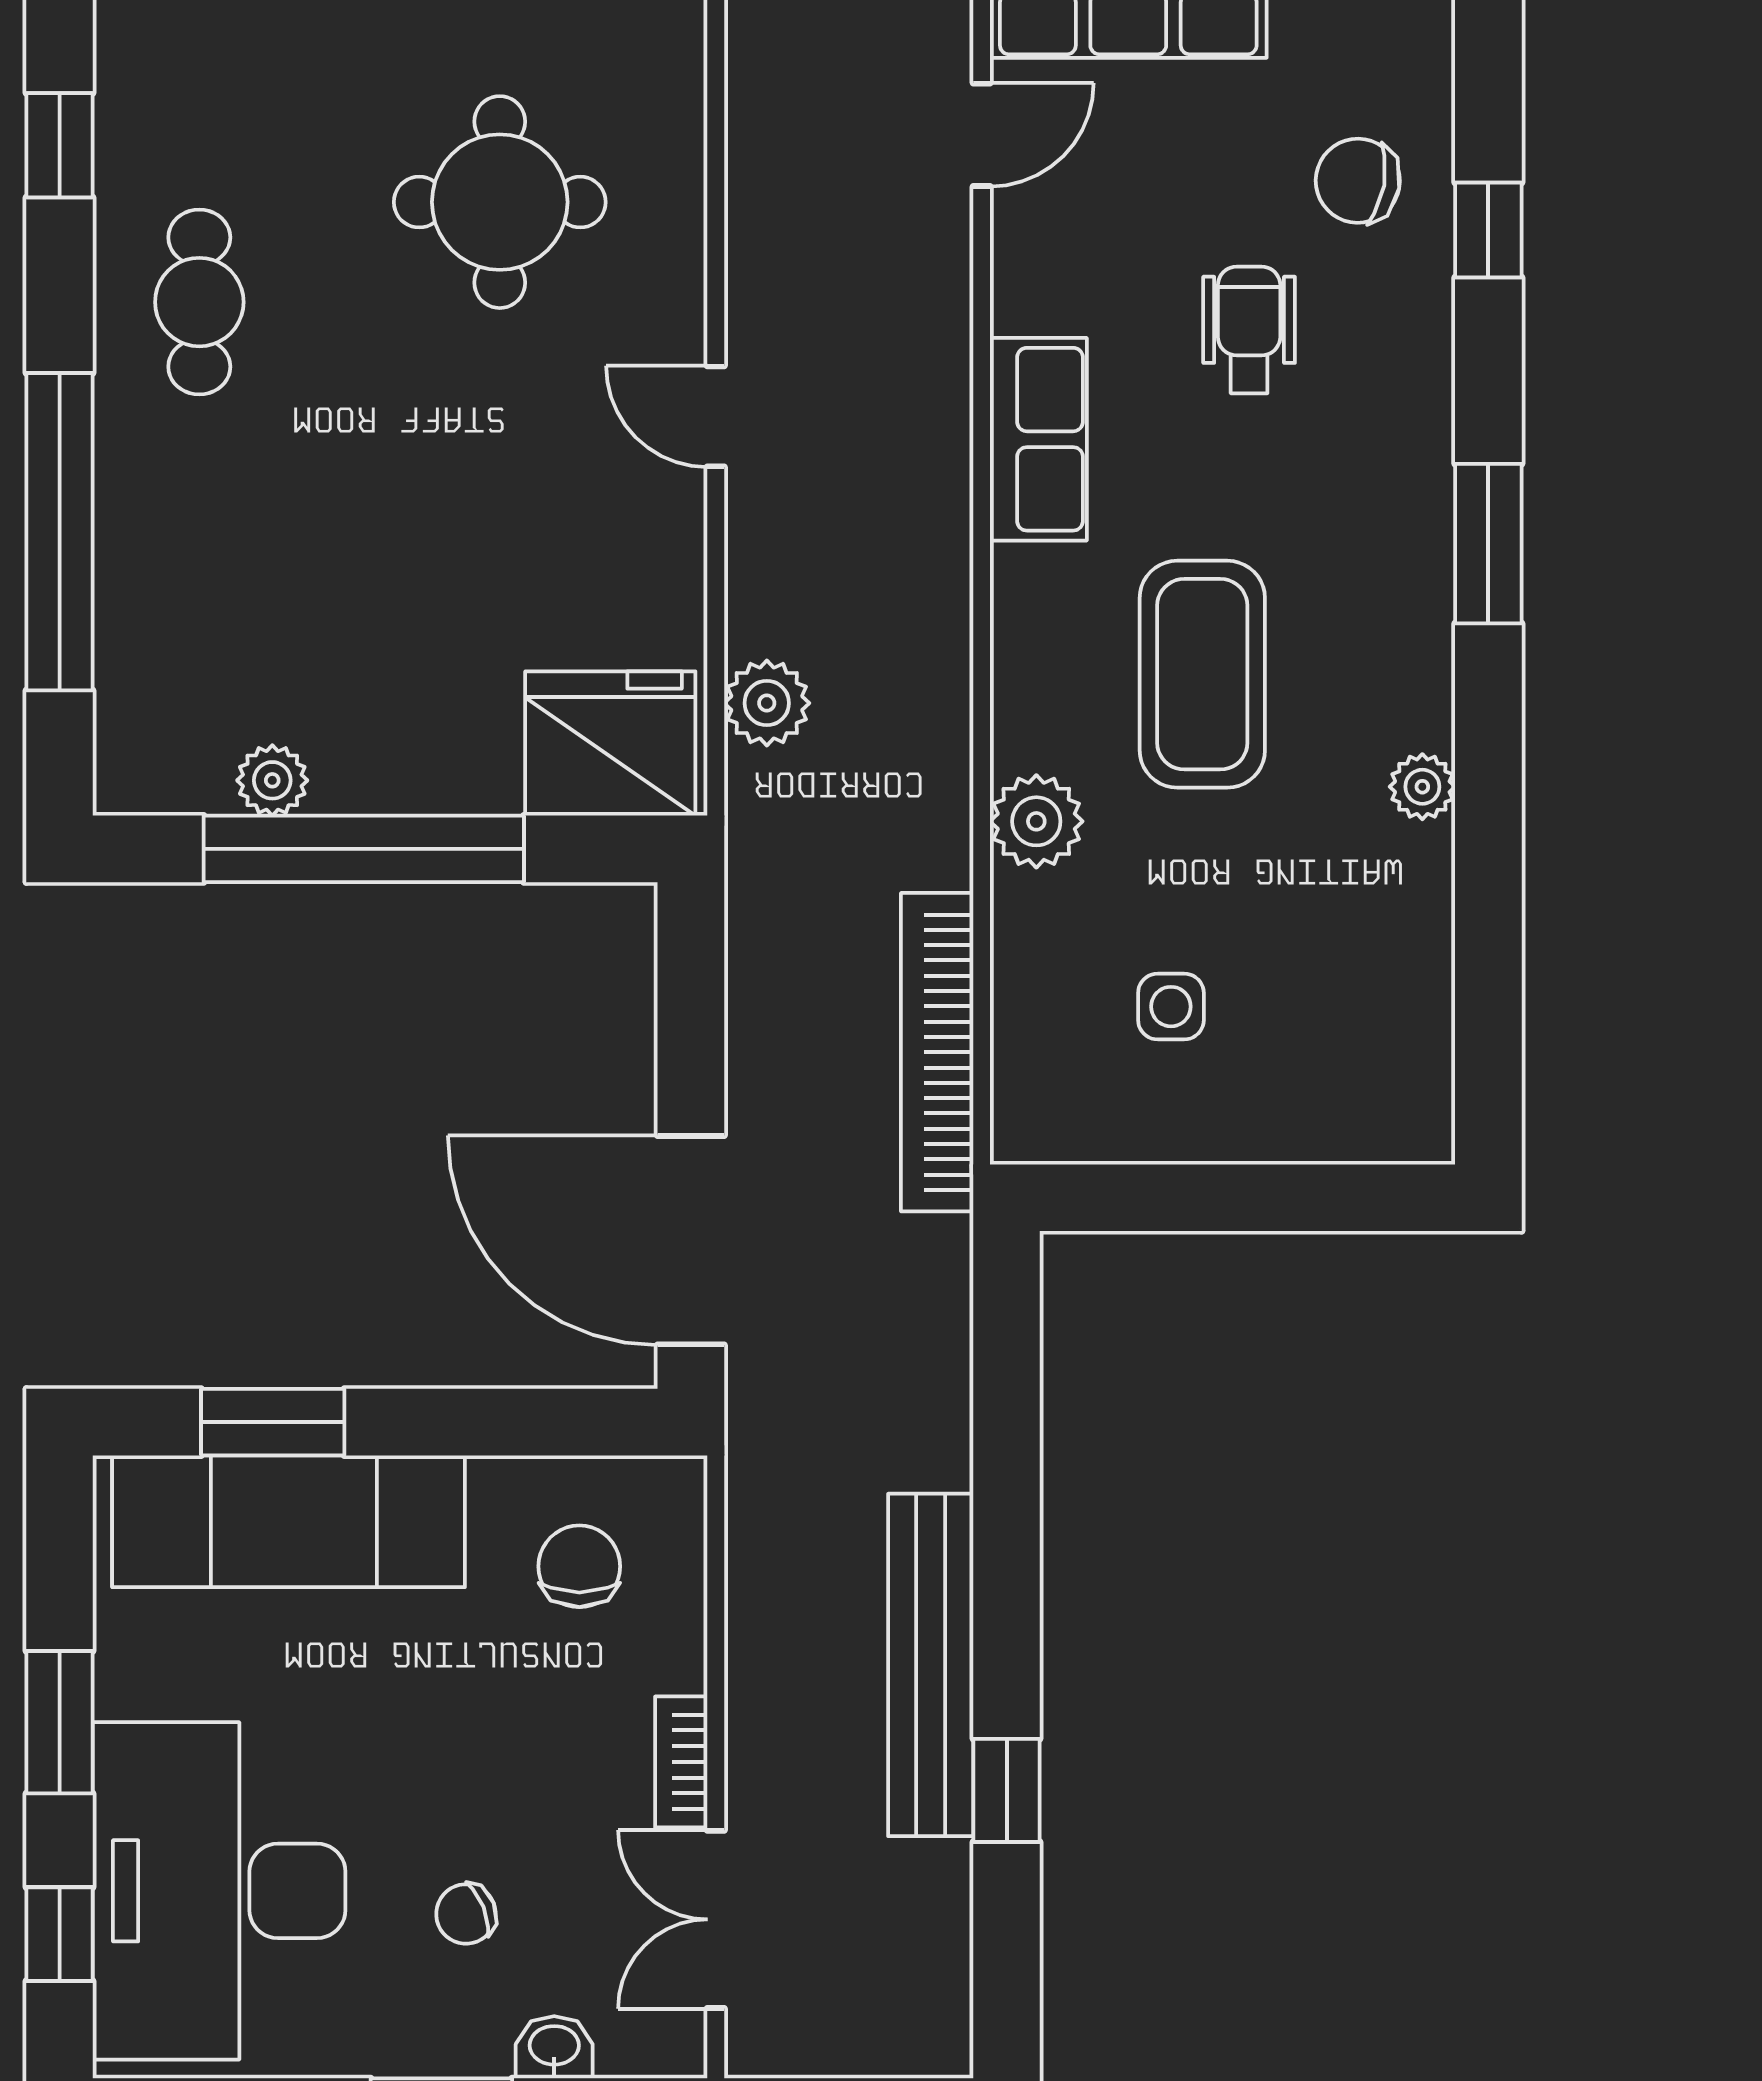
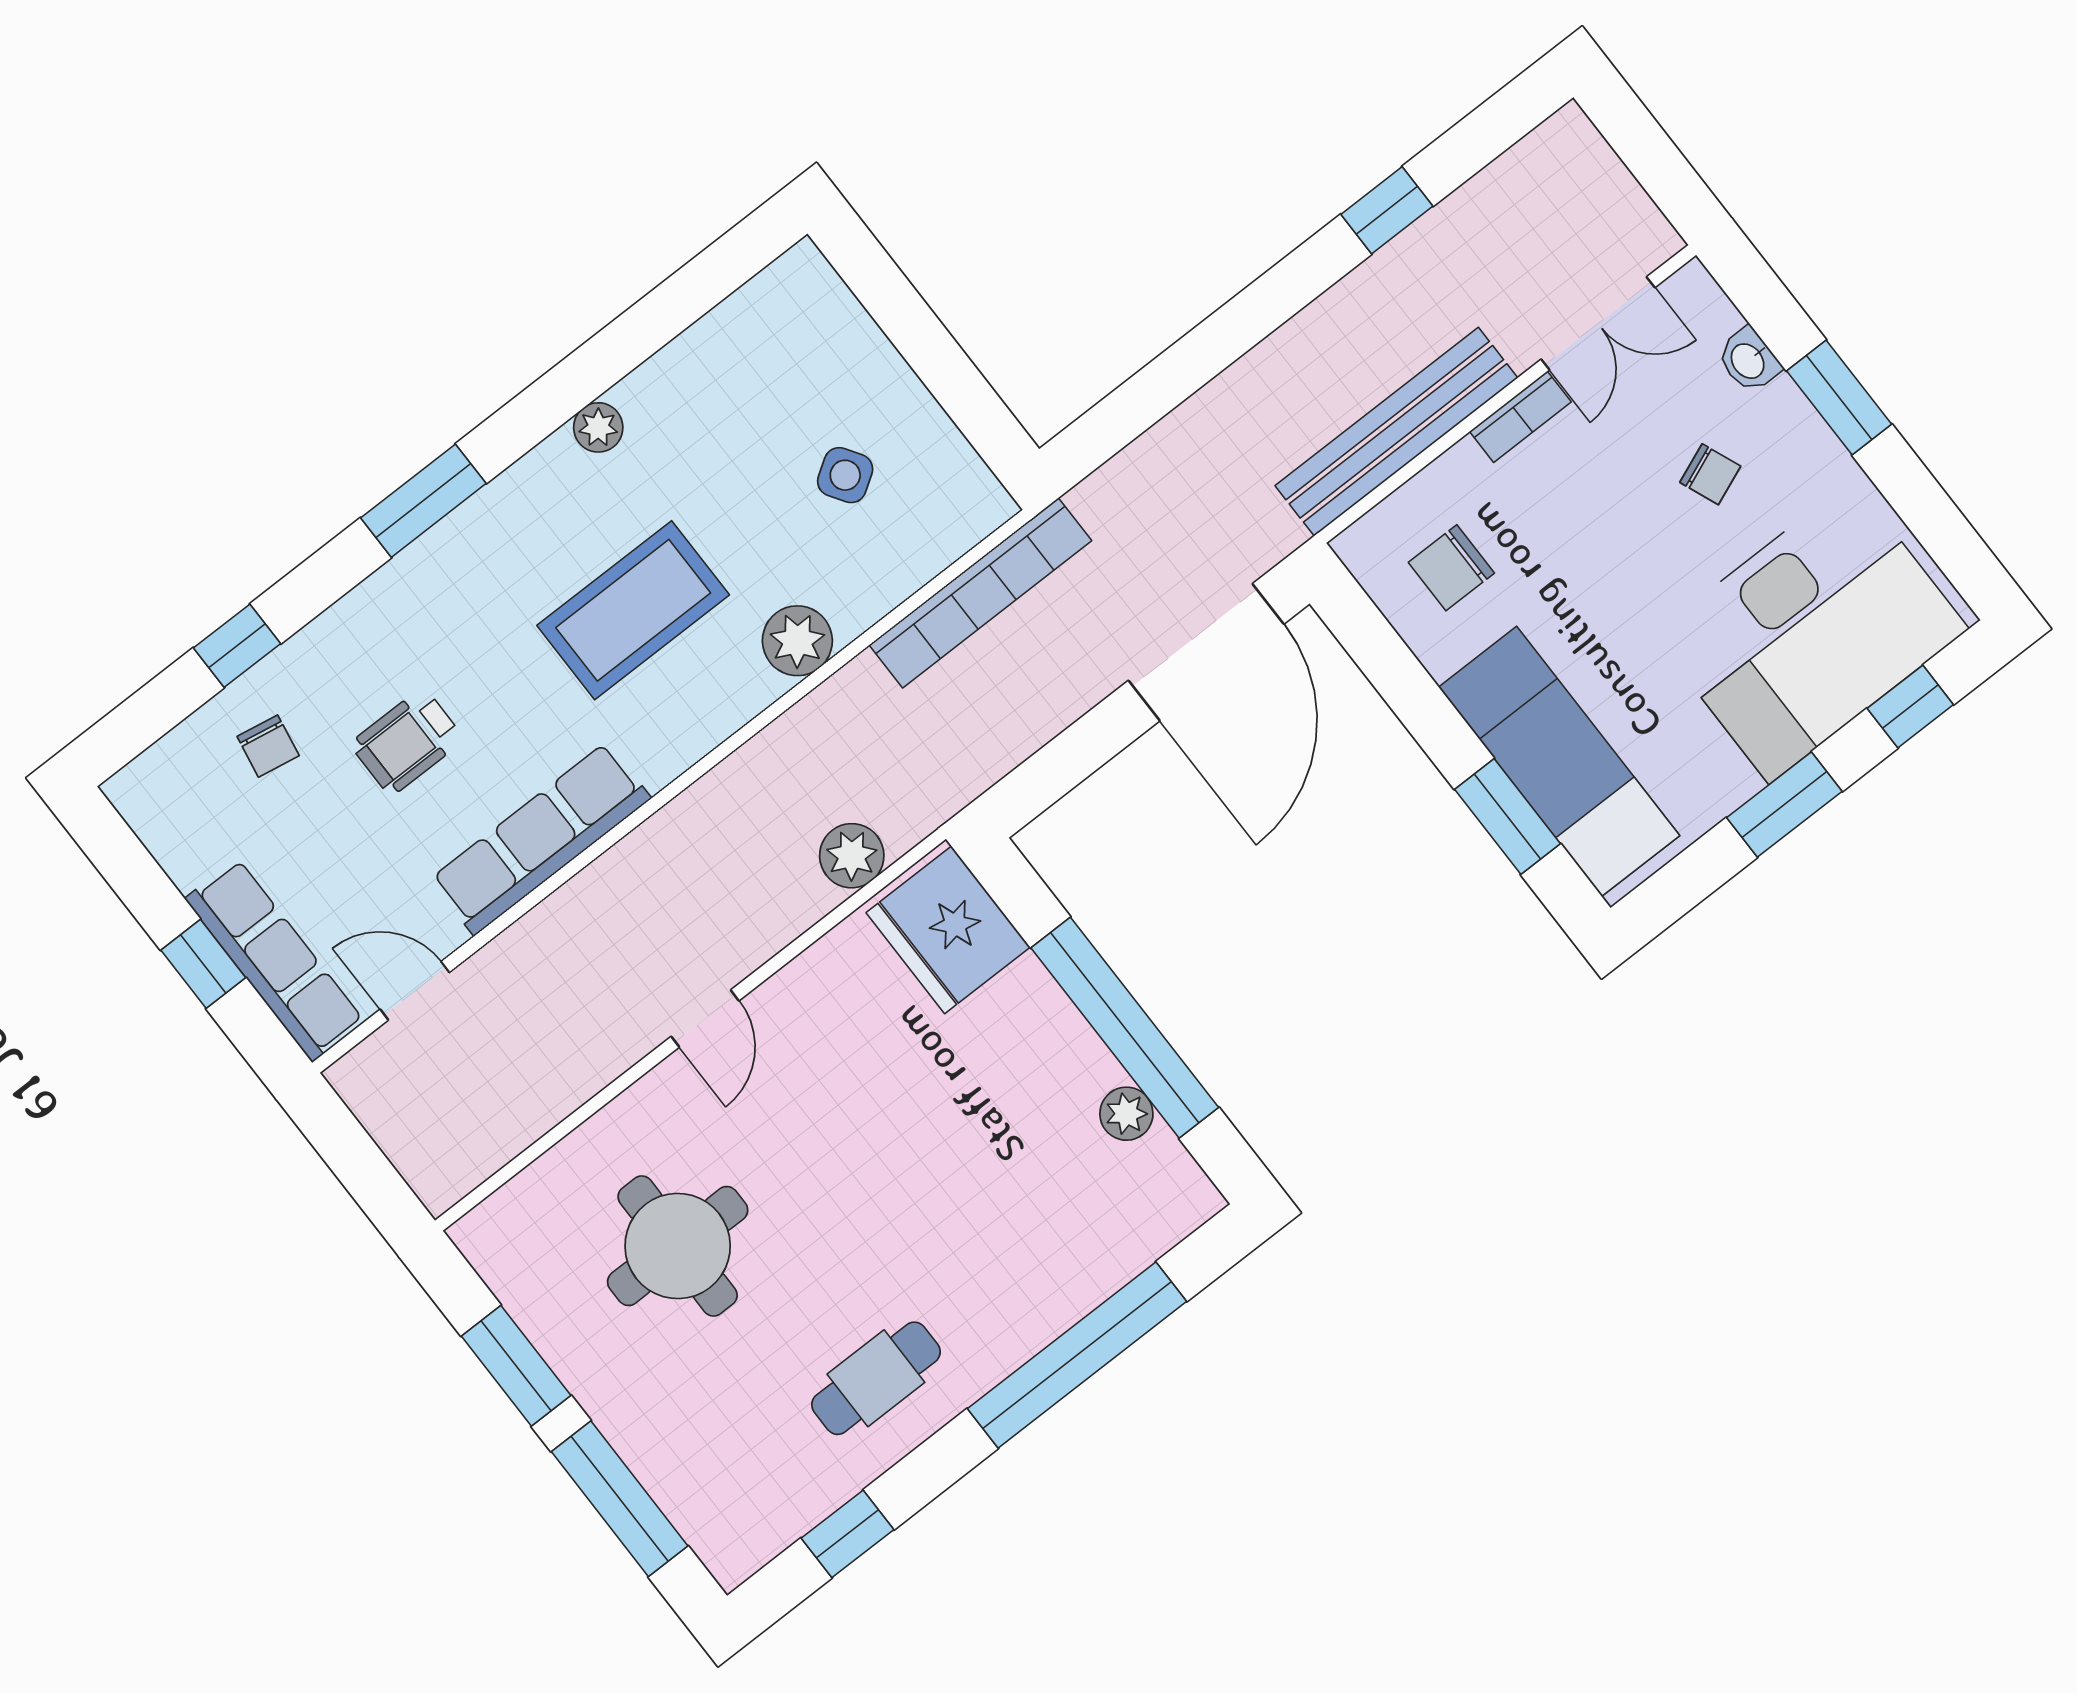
chair: (1358, 181) -> (268, 746), width x0.73, depth x0.73
row of seats: (1038, 439) -> (541, 839), width x1.48
side table: (1171, 1007) -> (845, 475), turned -33
bench: (931, 1665) -> (1396, 432), moved

